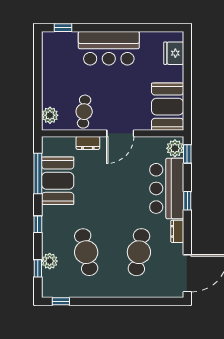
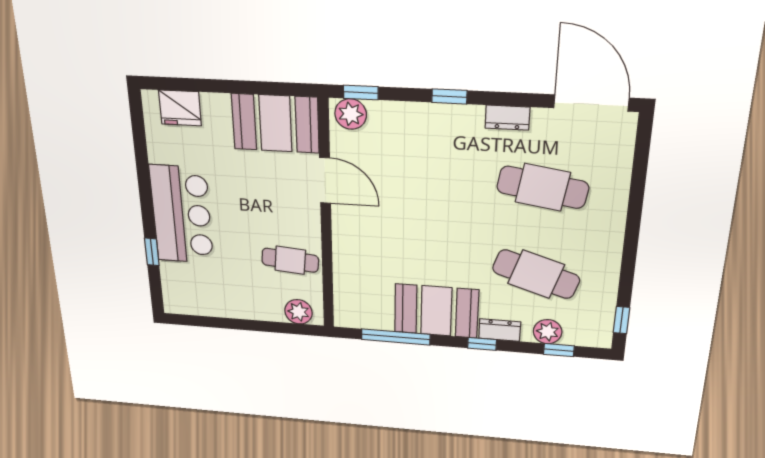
window: (63, 28) -> (152, 252), moved
door: (120, 133) -> (325, 181), moved
dresser: (88, 143) -> (500, 330), moved, turned -90
booth: (58, 181) -> (436, 311), moved
bar counter: (167, 188) -> (425, 133), removed
cafe table: (86, 252) -> (536, 274), turned 30

